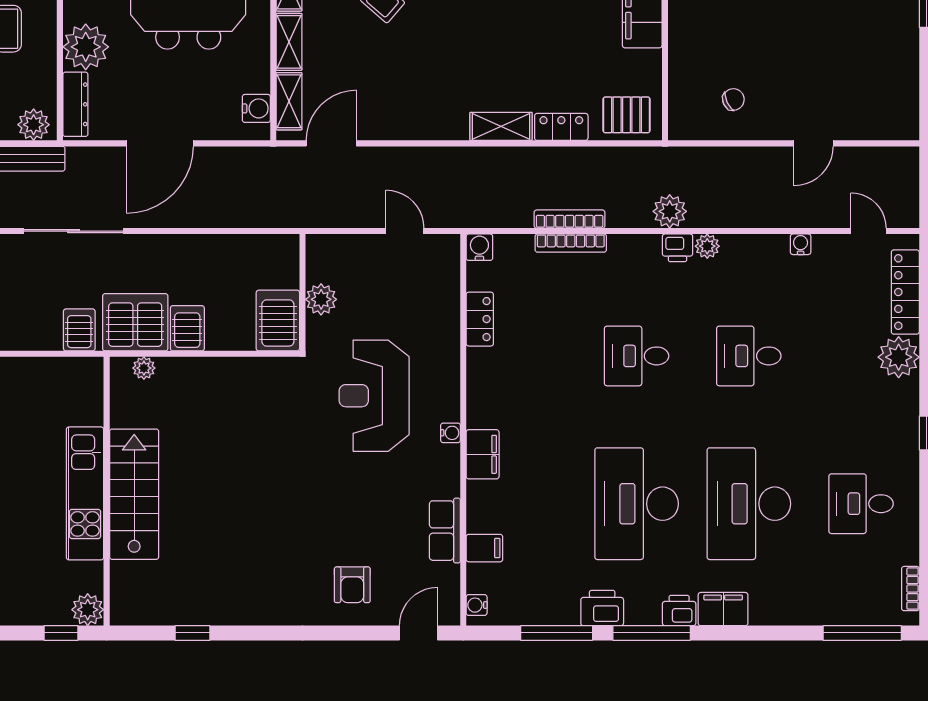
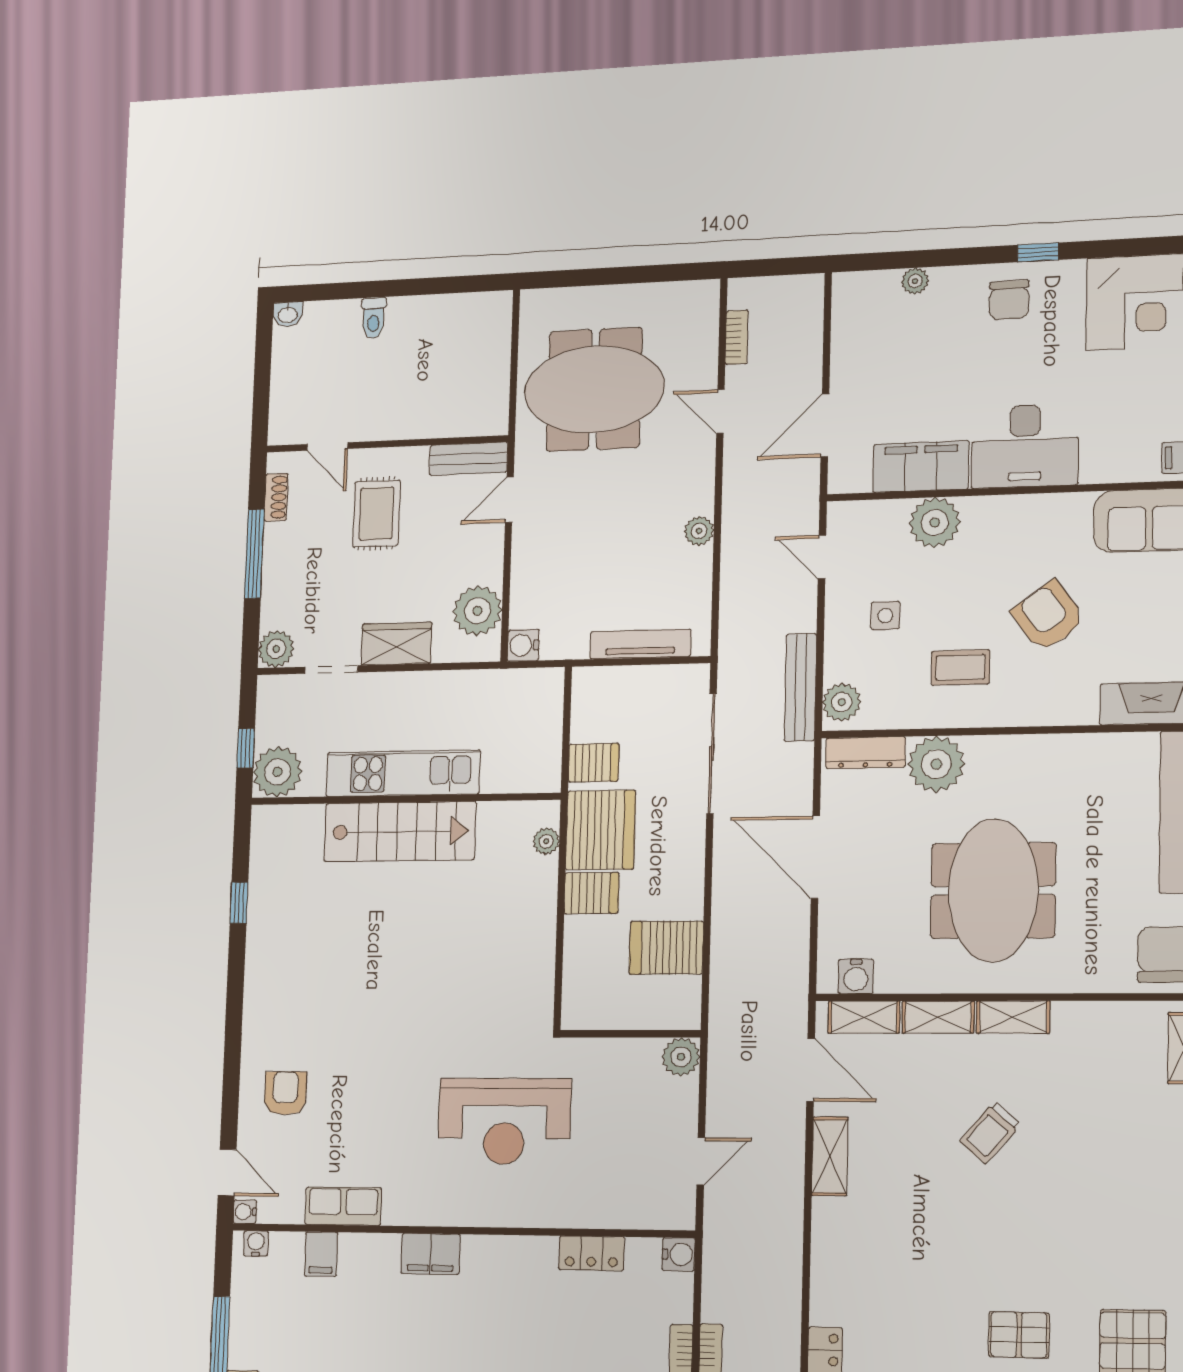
shelving: (501, 126) -> (830, 1156), moved
plant: (321, 299) -> (681, 1057), moved
server rack: (278, 321) -> (666, 948), moved, turned 180
reception desk: (374, 396) -> (504, 1121), turned 180
water cooler: (451, 433) -> (245, 1212), moved, turned 90
armchair: (352, 585) -> (285, 1093), turned 90
plant: (88, 610) -> (277, 772), width x1.36, depth x1.36

